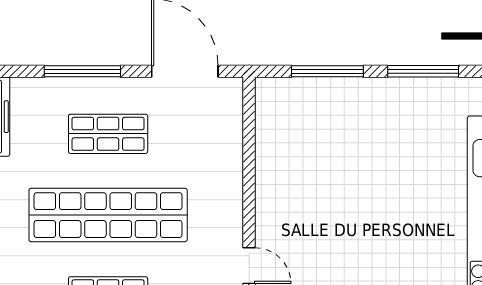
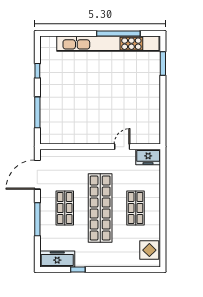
window: (423, 71) -> (37, 71), width x0.46

